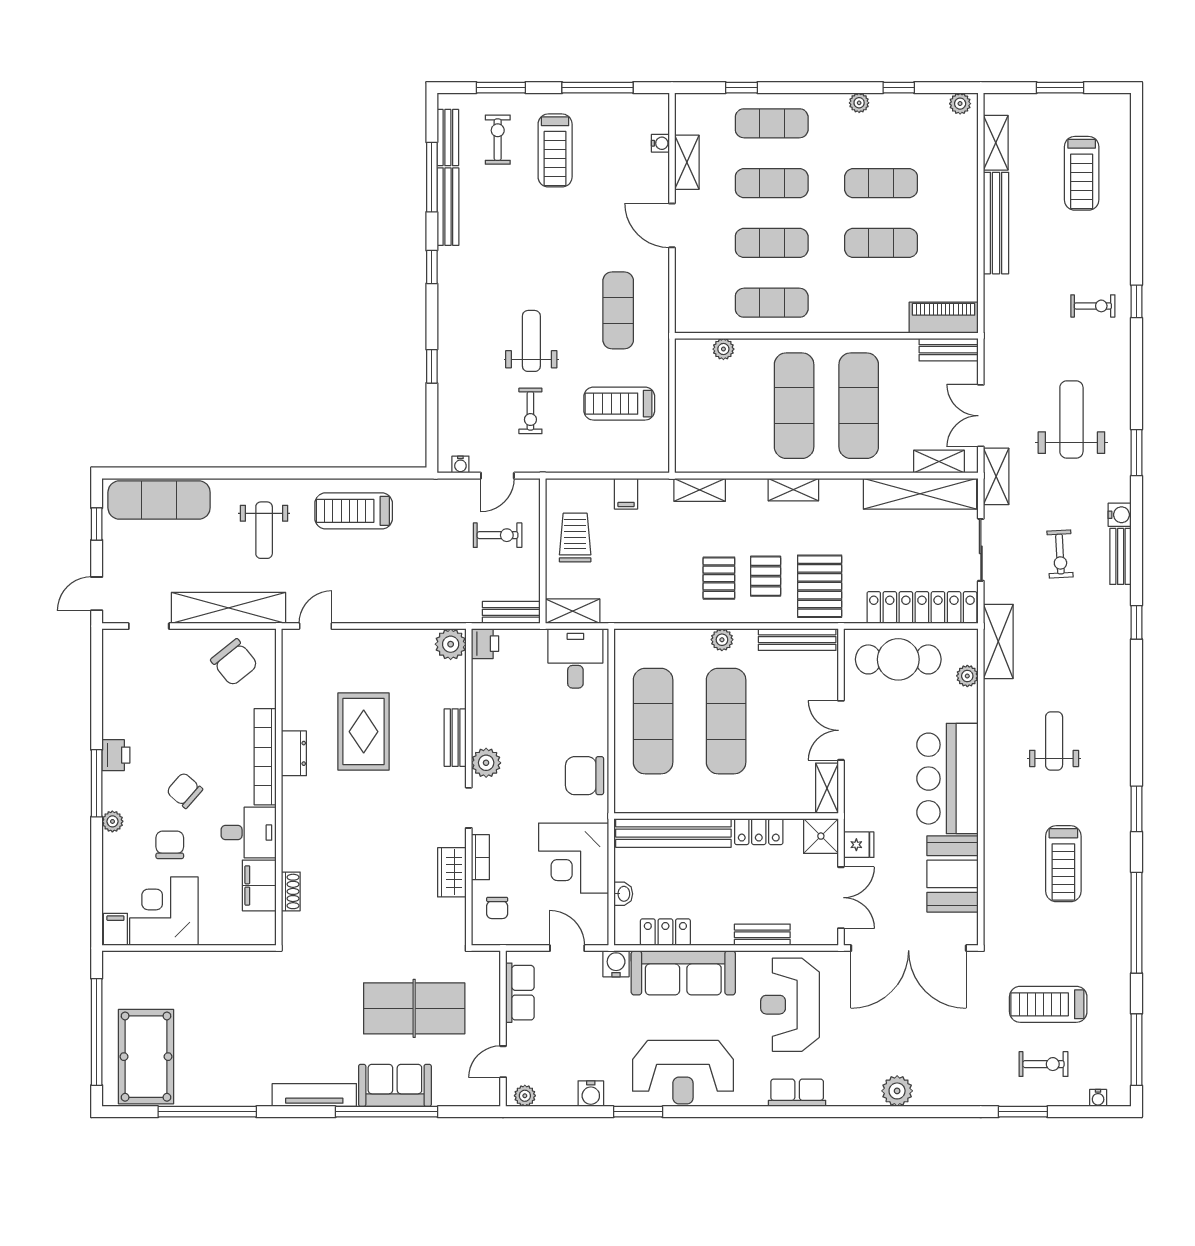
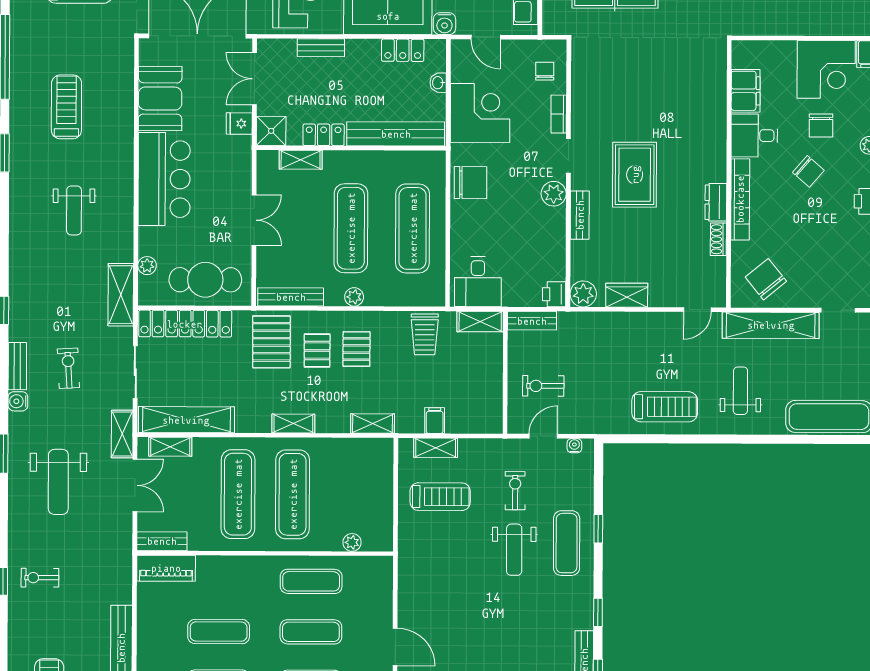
exercise mat: (618, 310) -> (567, 543), moved
shelving: (625, 461) -> (436, 448), added
trolley: (575, 537) -> (425, 334), moved
rug: (364, 732) -> (635, 175), moved
shelving: (827, 788) -> (301, 160), moved, turned 90
wardrobe: (452, 872) -> (627, 295), moved, turned -90
shoe rack: (291, 891) -> (718, 239), moved

